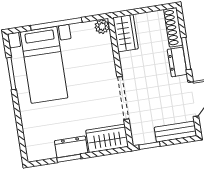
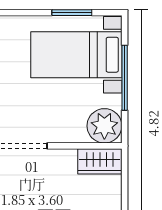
plant: (102, 26) -> (104, 126), width x1.87, depth x1.87

